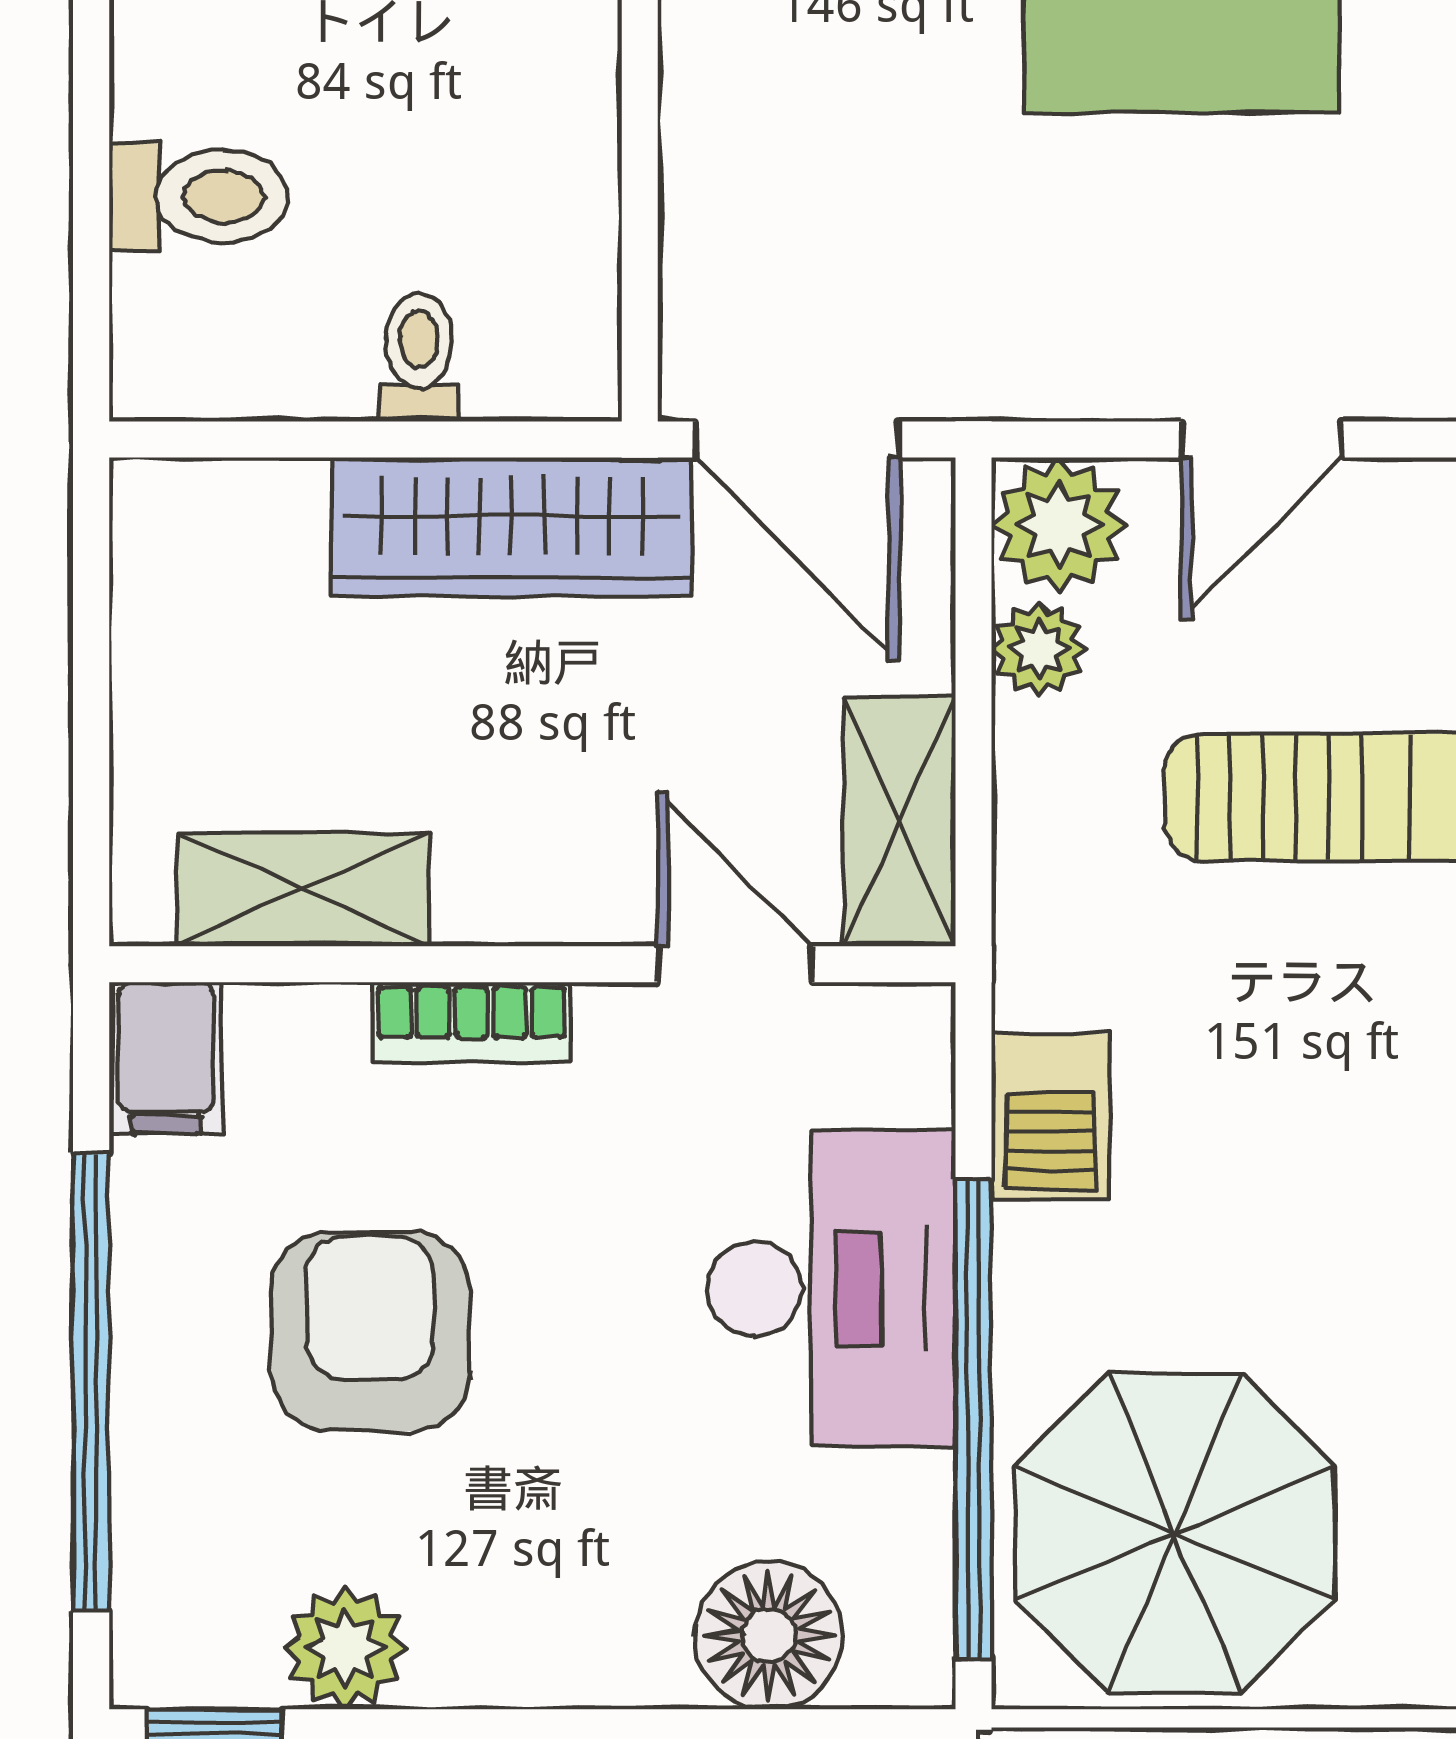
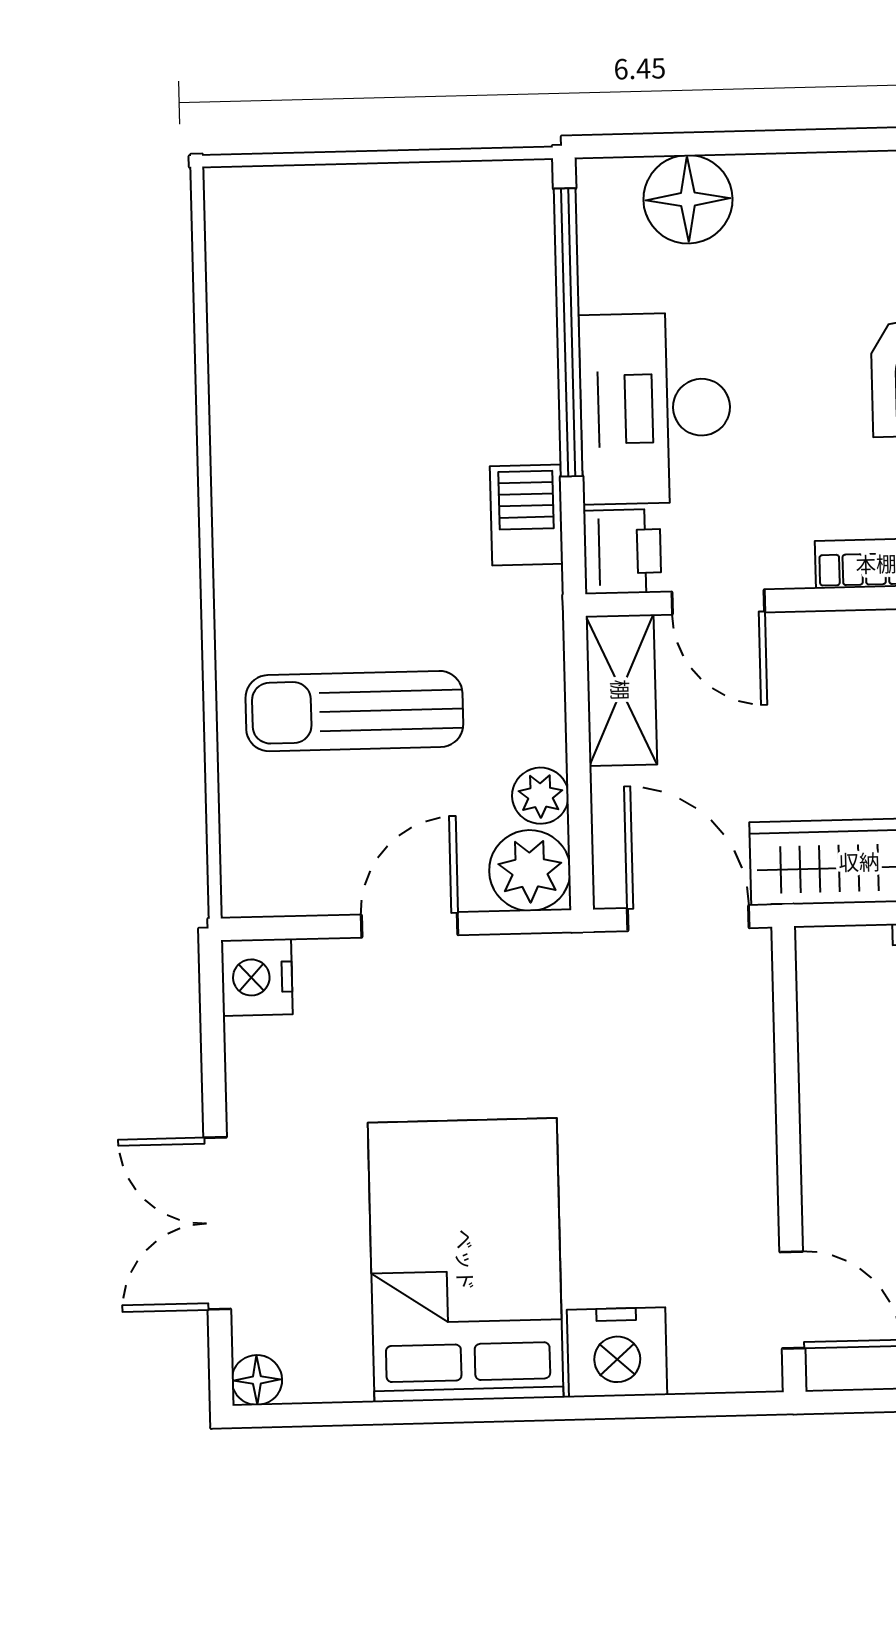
printer: (892, 1052) -> (622, 552), added
parasol: (1175, 1533) -> (445, 267), removed

